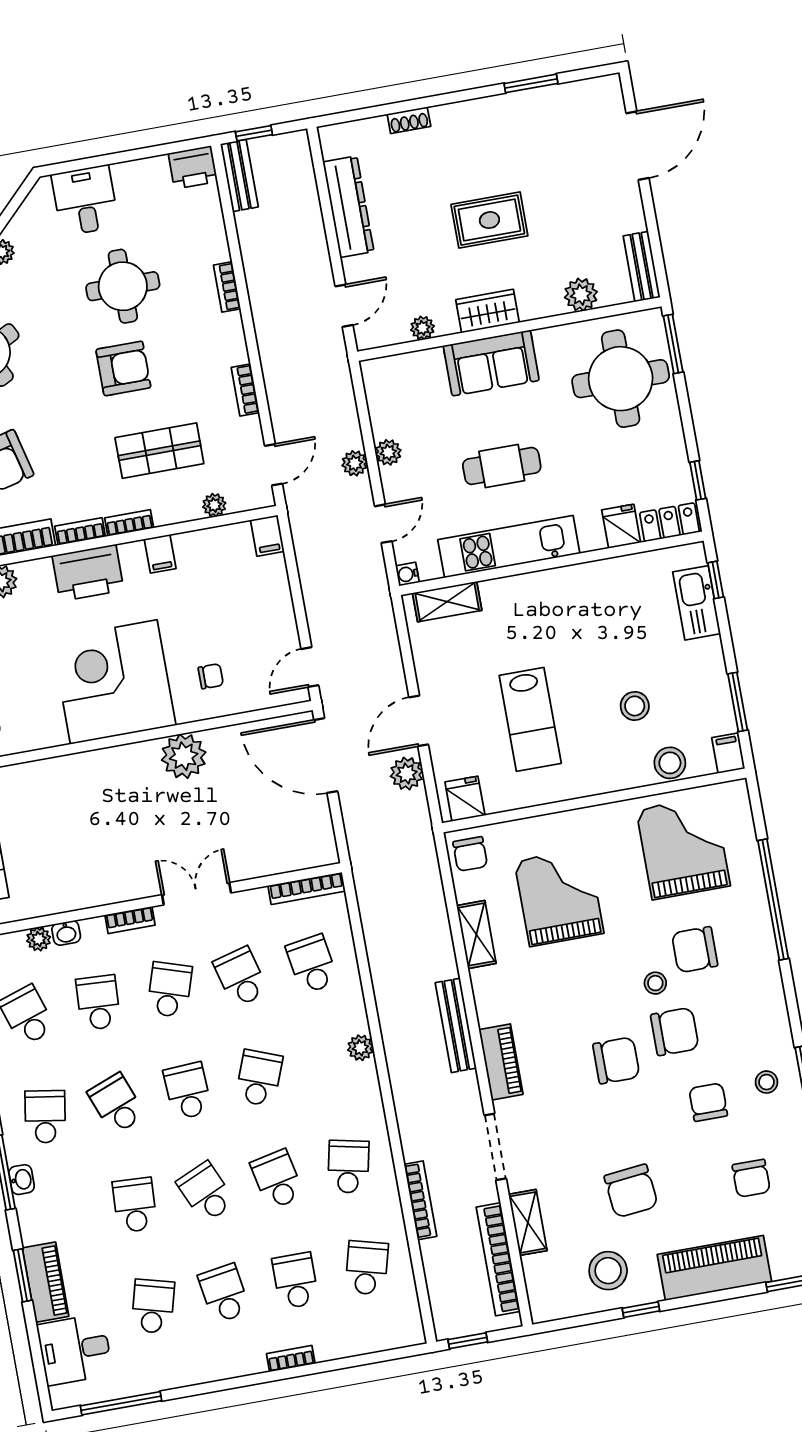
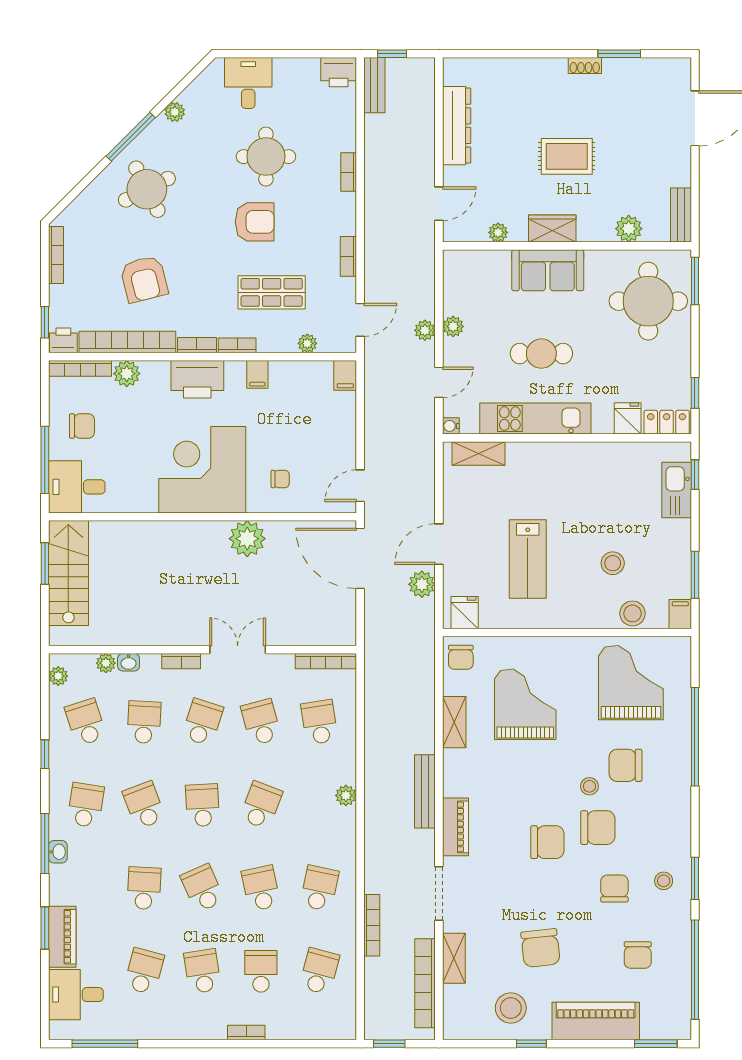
shoe rack: (409, 120) -> (585, 65), moved

